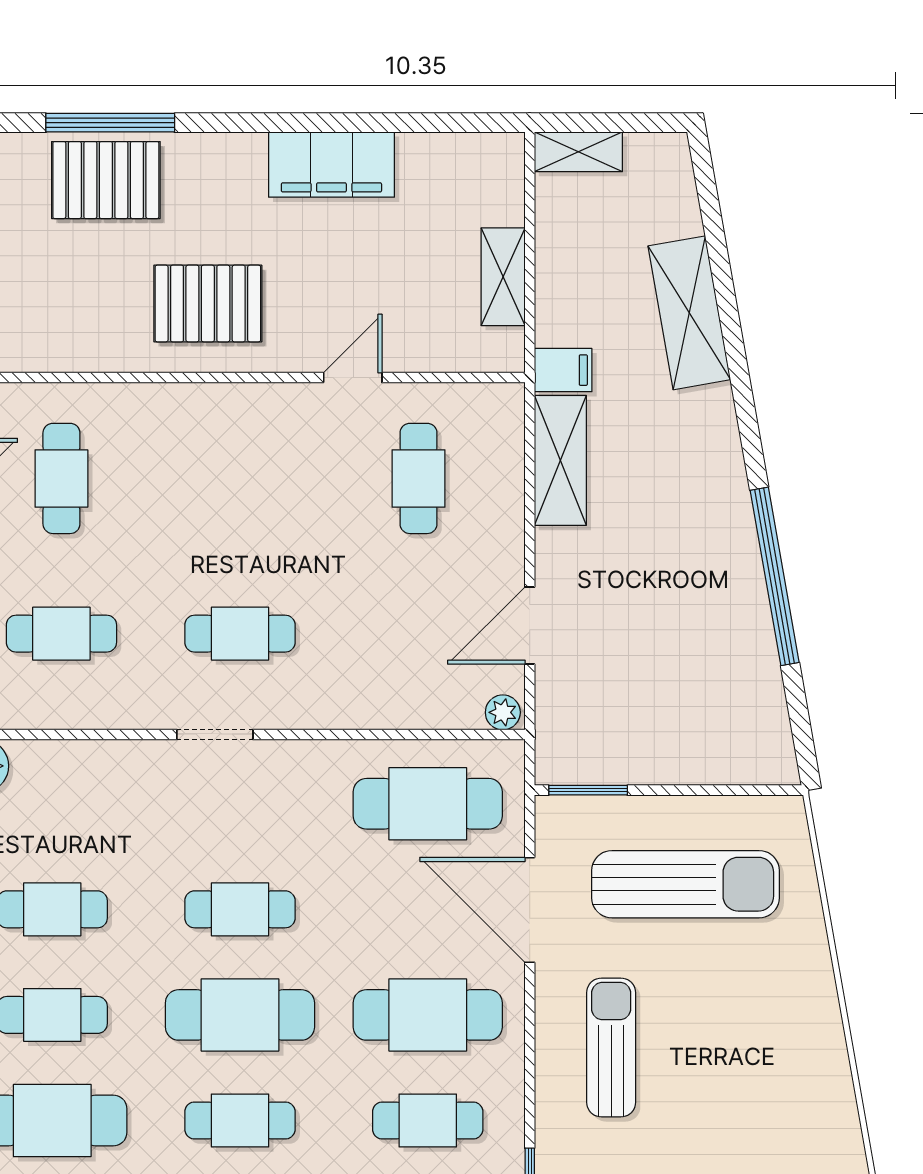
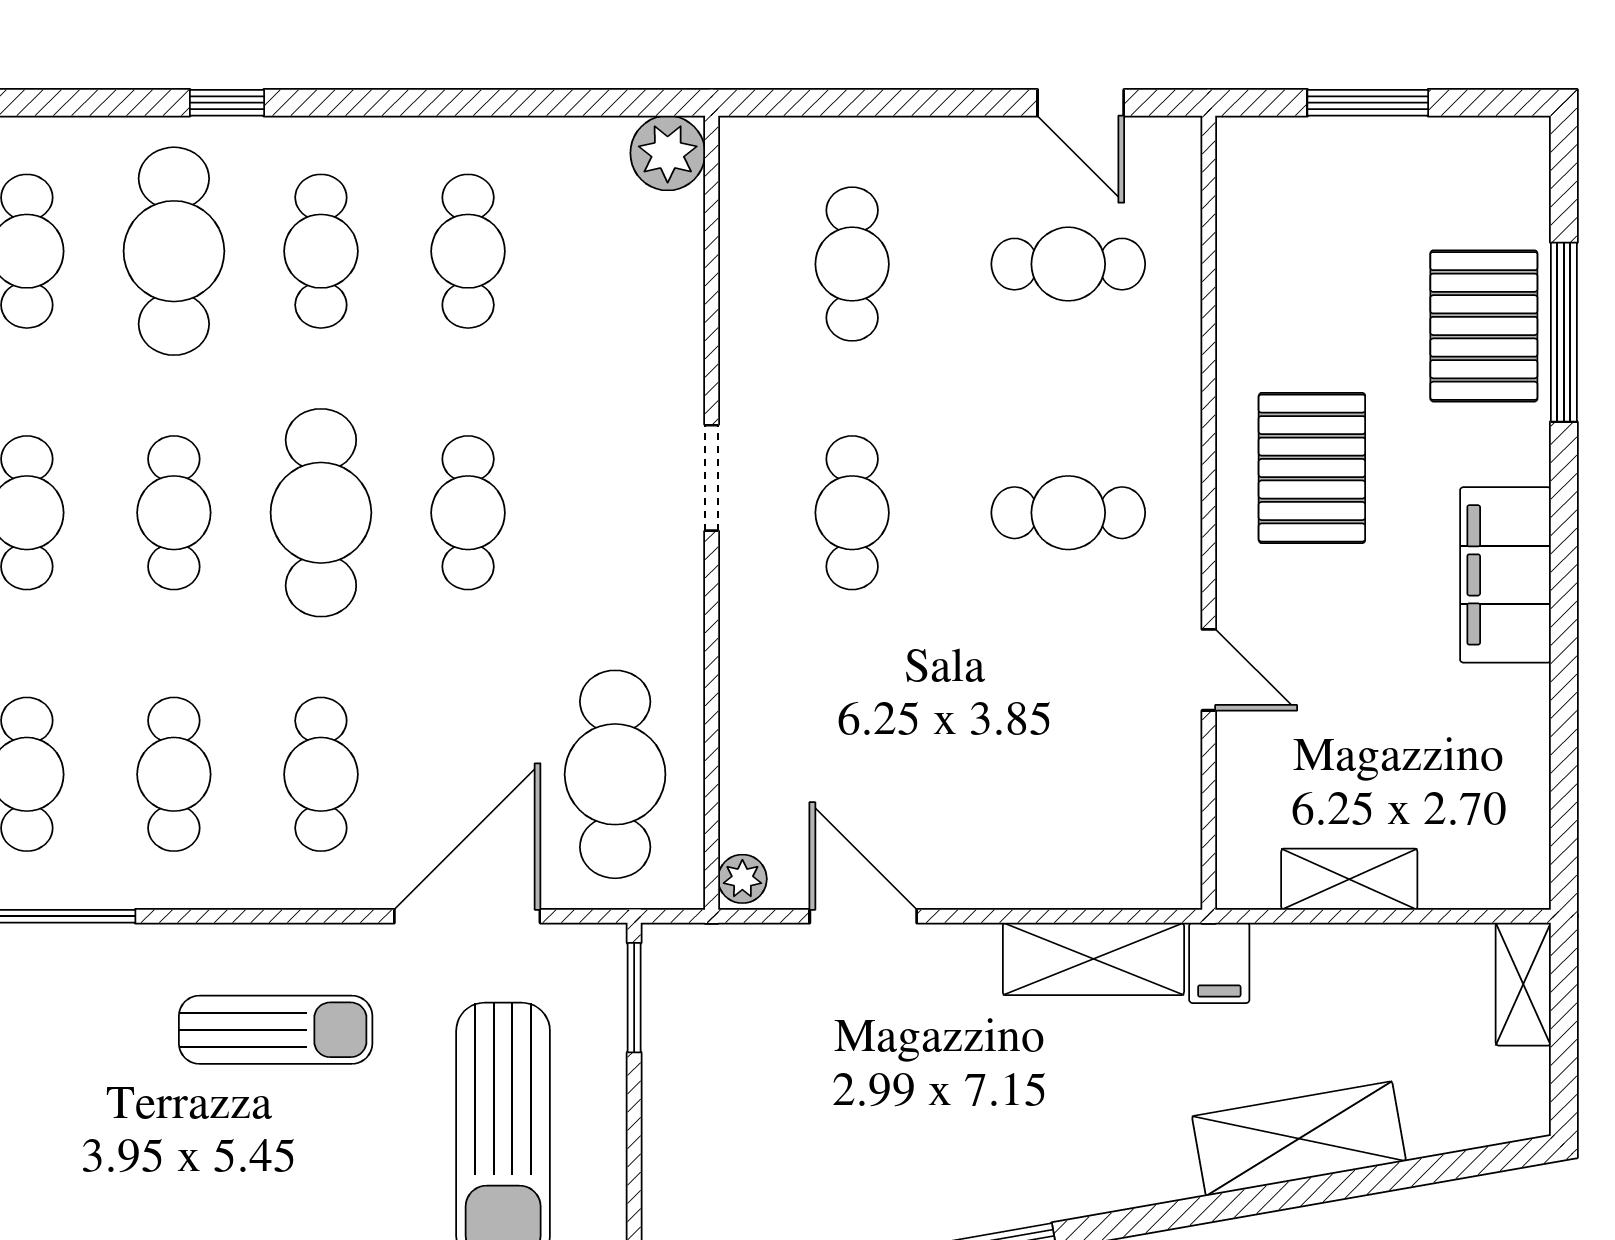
filing cabinet: (331, 165) -> (1505, 575), moved
cafe table: (419, 478) -> (1068, 513), moved
cafe table: (428, 1015) -> (321, 774), width x0.73, depth x0.74

